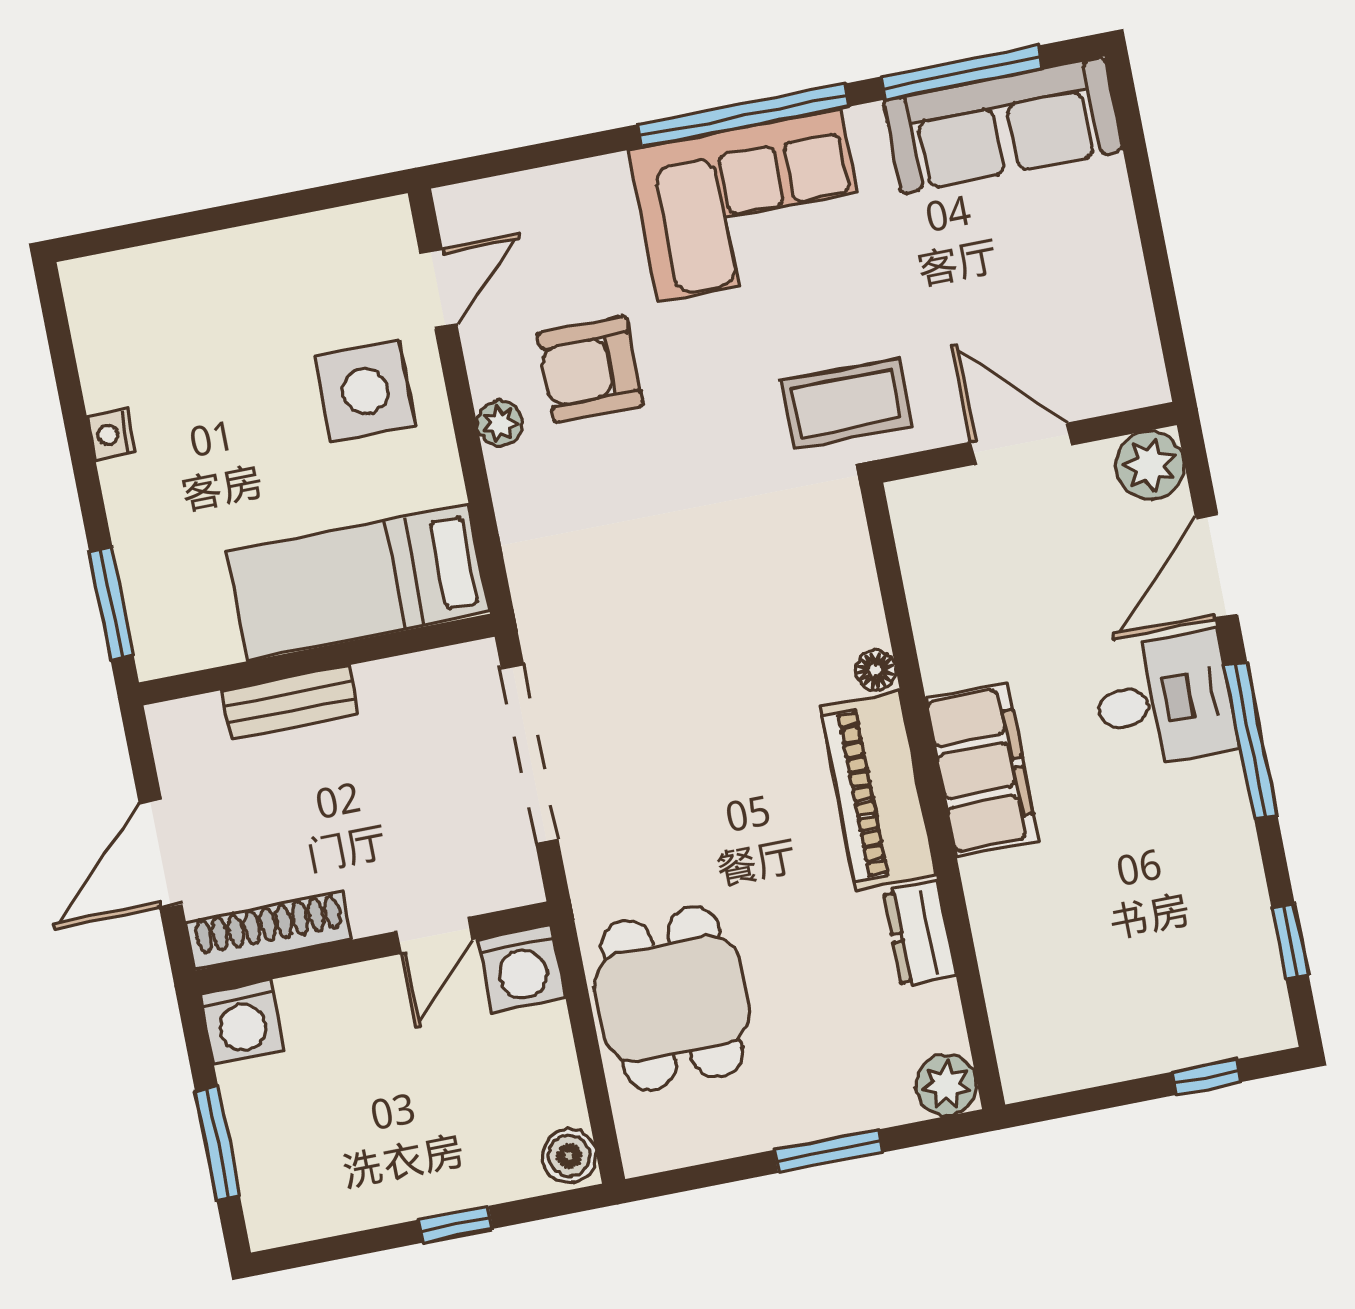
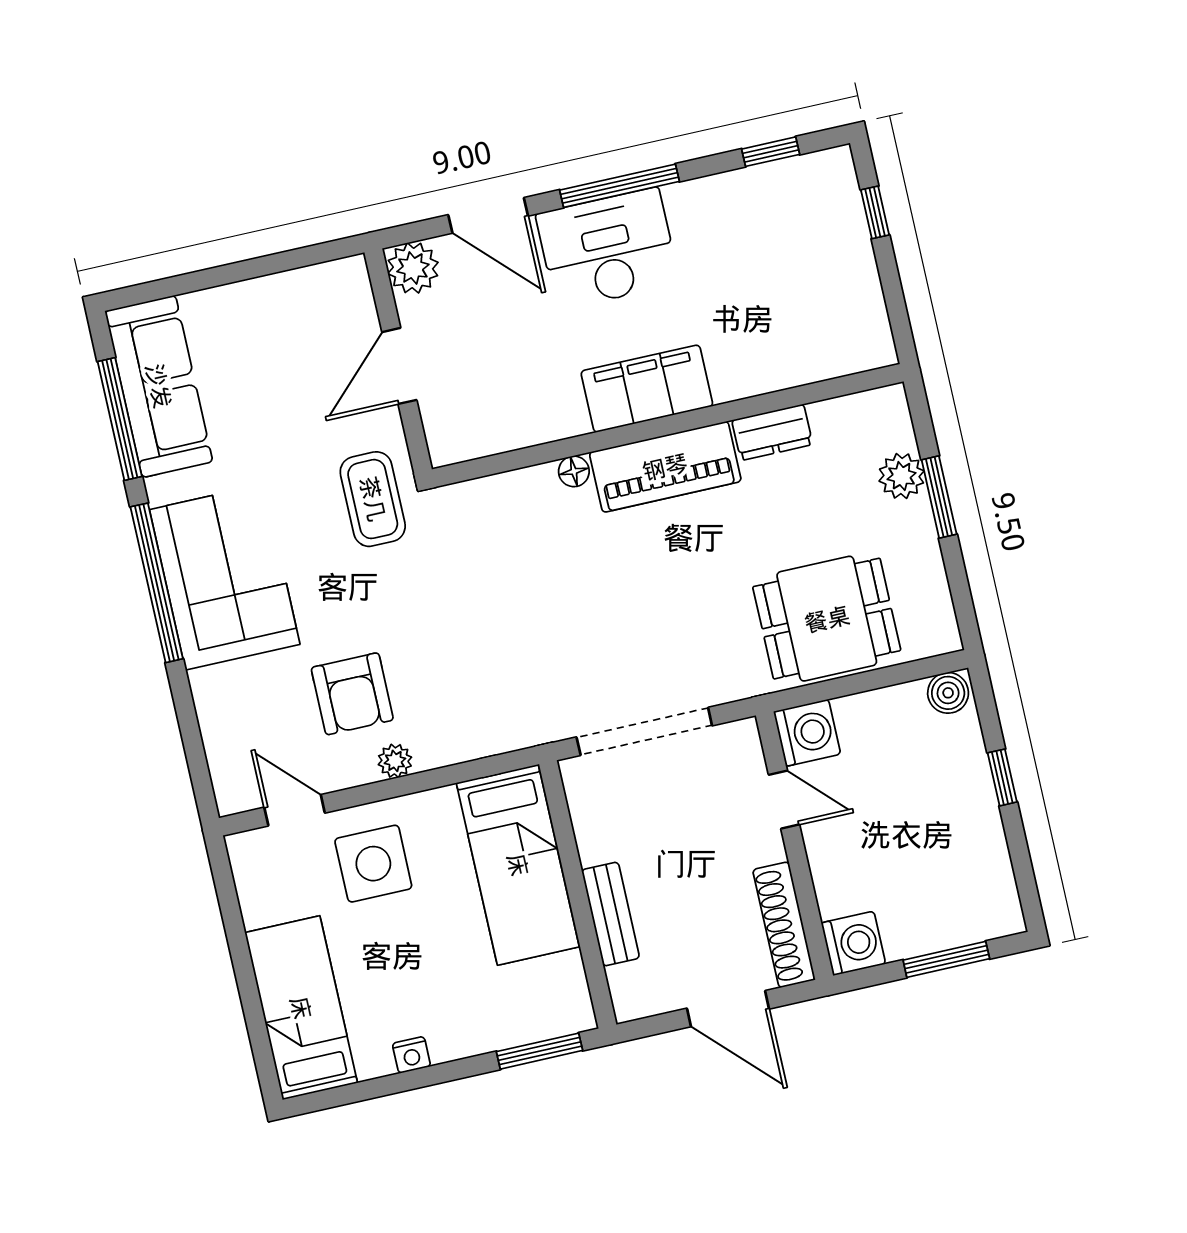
bed: (177, 290) -> (301, 1008), added
desk: (1164, 700) -> (608, 249), width x1.37
plant: (946, 1085) -> (902, 476), moved

